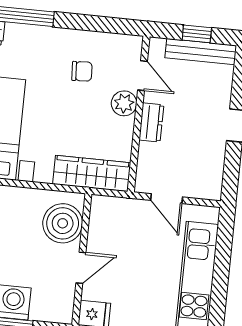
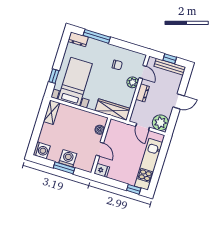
plant: (205, 181) -> (160, 123), added
boiler: (63, 223) -> (100, 130), width x0.54, depth x0.54
door: (81, 268) -> (100, 149), hinge flipped

